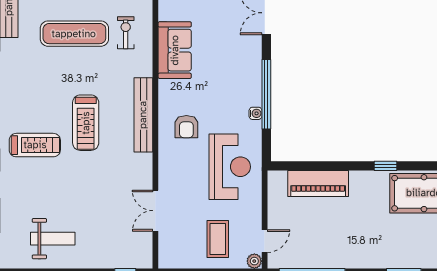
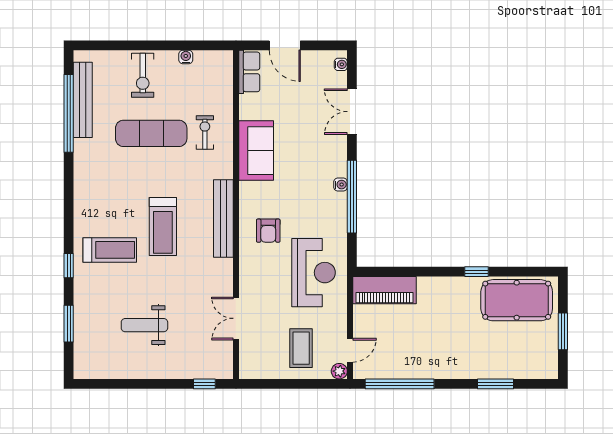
water cooler: (255, 113) -> (341, 185), moved
piano: (318, 184) -> (384, 290), moved
weight bench: (53, 239) -> (144, 325), moved, turned 180

